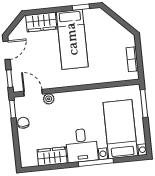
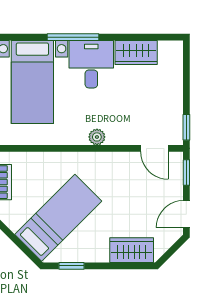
bed: (72, 39) -> (58, 218), moved, turned 45
plant: (49, 99) -> (97, 137), moved
chair: (23, 123) -> (173, 106), removed

